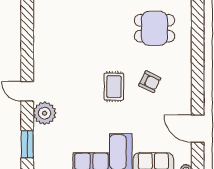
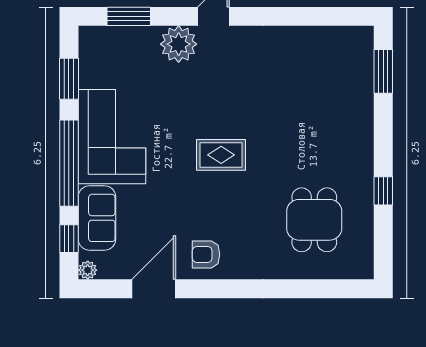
armchair: (150, 82) -> (206, 254), moved, turned 64

